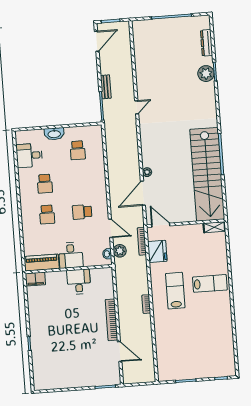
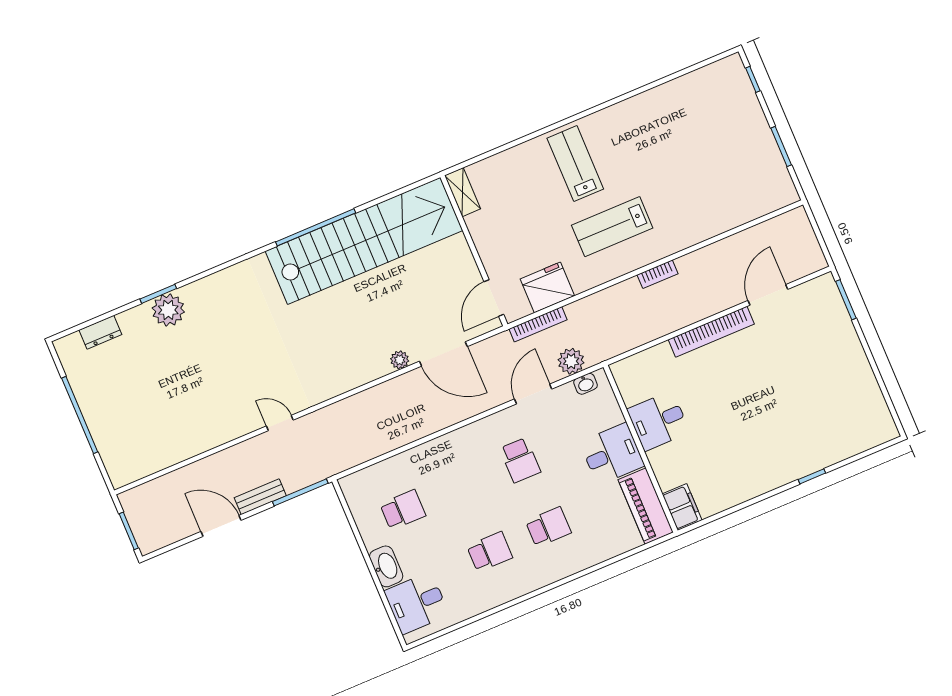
door: (97, 41) -> (221, 526), moved
dresser: (207, 43) -> (100, 332), width x0.70
desk: (29, 155) -> (417, 603), moved, turned 90

